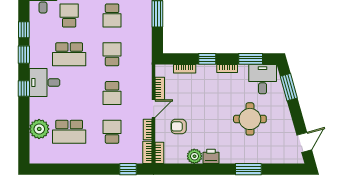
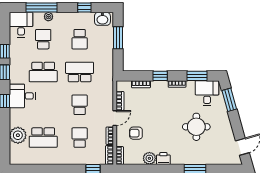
school desk: (112, 54) -> (80, 72), width x1.85
school desk: (112, 93) -> (80, 105), turned 180

